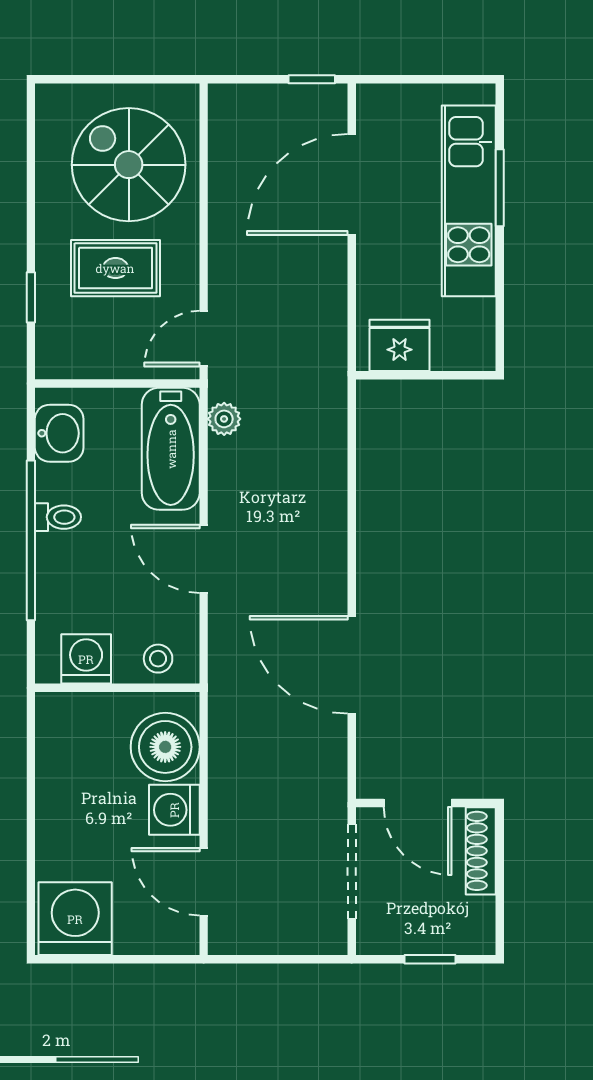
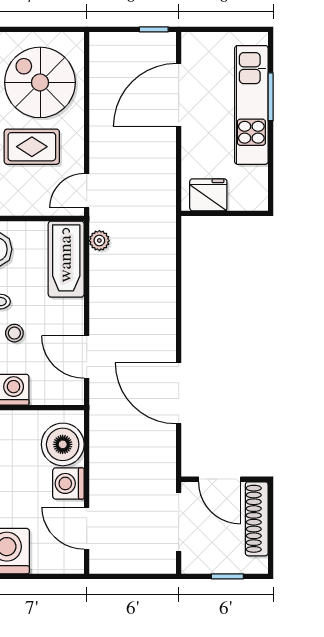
door: (204, 559) -> (87, 357), moved
stool: (158, 659) -> (14, 333), moved
shoe rack: (481, 851) -> (257, 519), width x1.36, depth x1.24

